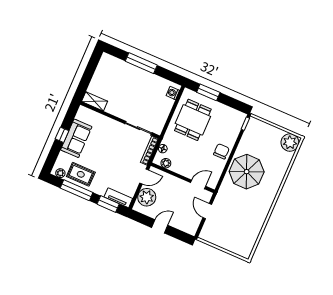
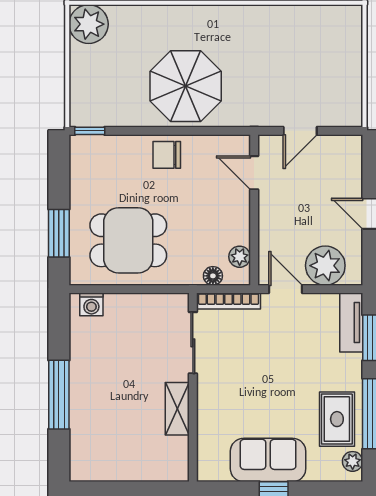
shelving: (95, 101) -> (177, 409), moved

